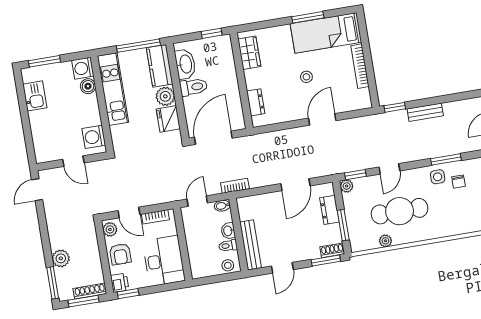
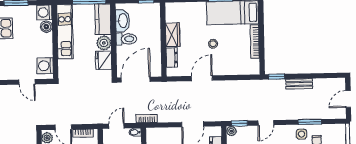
wardrobe: (249, 53) -> (173, 35), moved
door: (322, 119) -> (202, 78), moved

